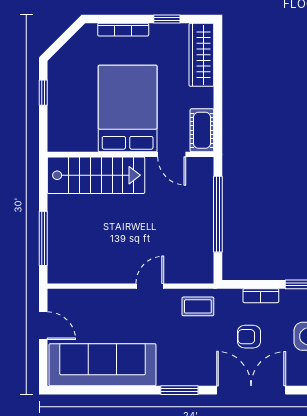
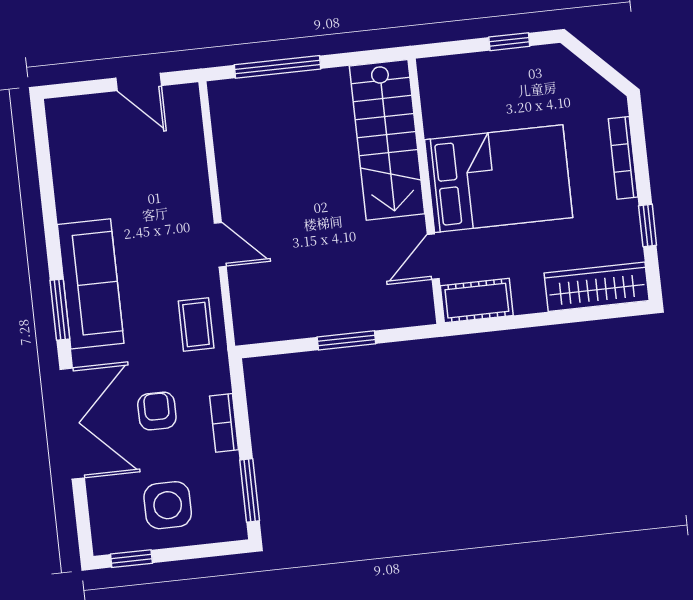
window: (218, 214) -> (346, 340), width x0.47
door: (43, 326) -> (139, 82), hinge flipped
sofa: (103, 365) -> (91, 284), moved, width x0.74, depth x0.79

